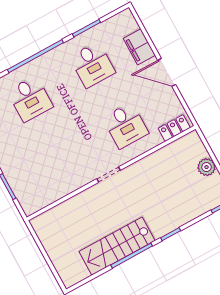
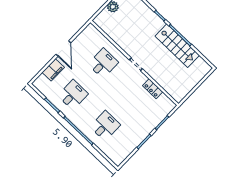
locker: (174, 128) -> (153, 89), moved

